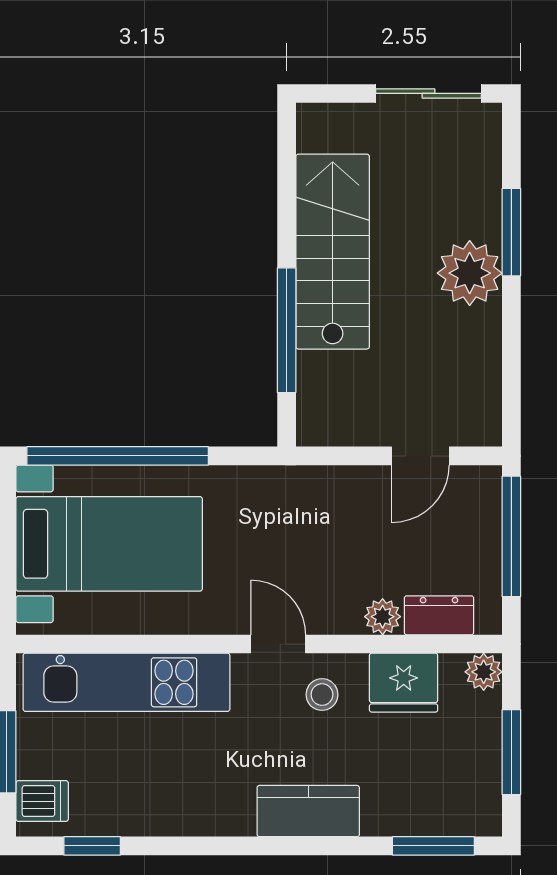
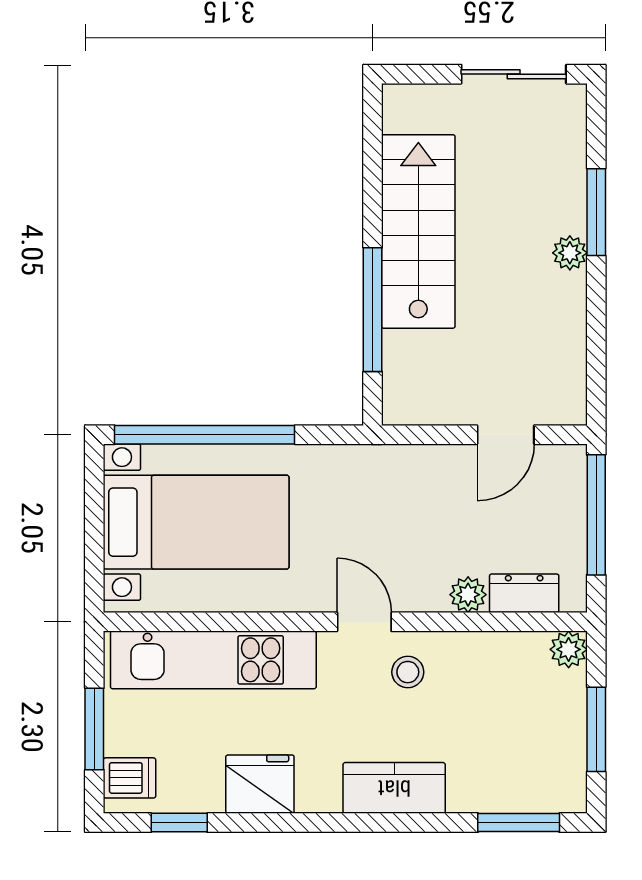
plant: (470, 273) -> (570, 253), width x0.53, depth x0.53
fridge: (404, 683) -> (260, 784), moved, turned 180

